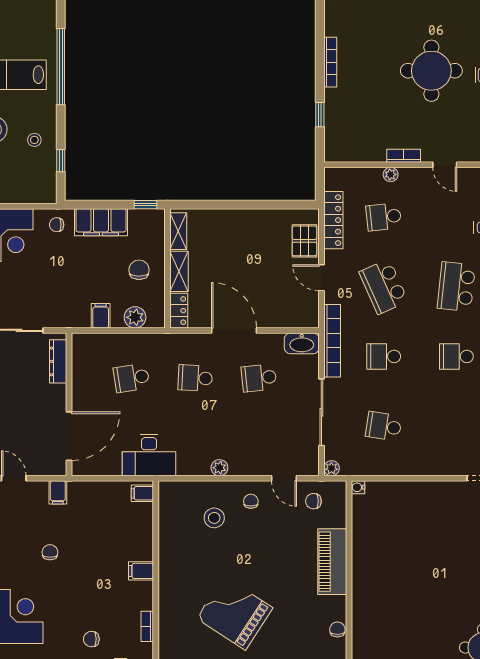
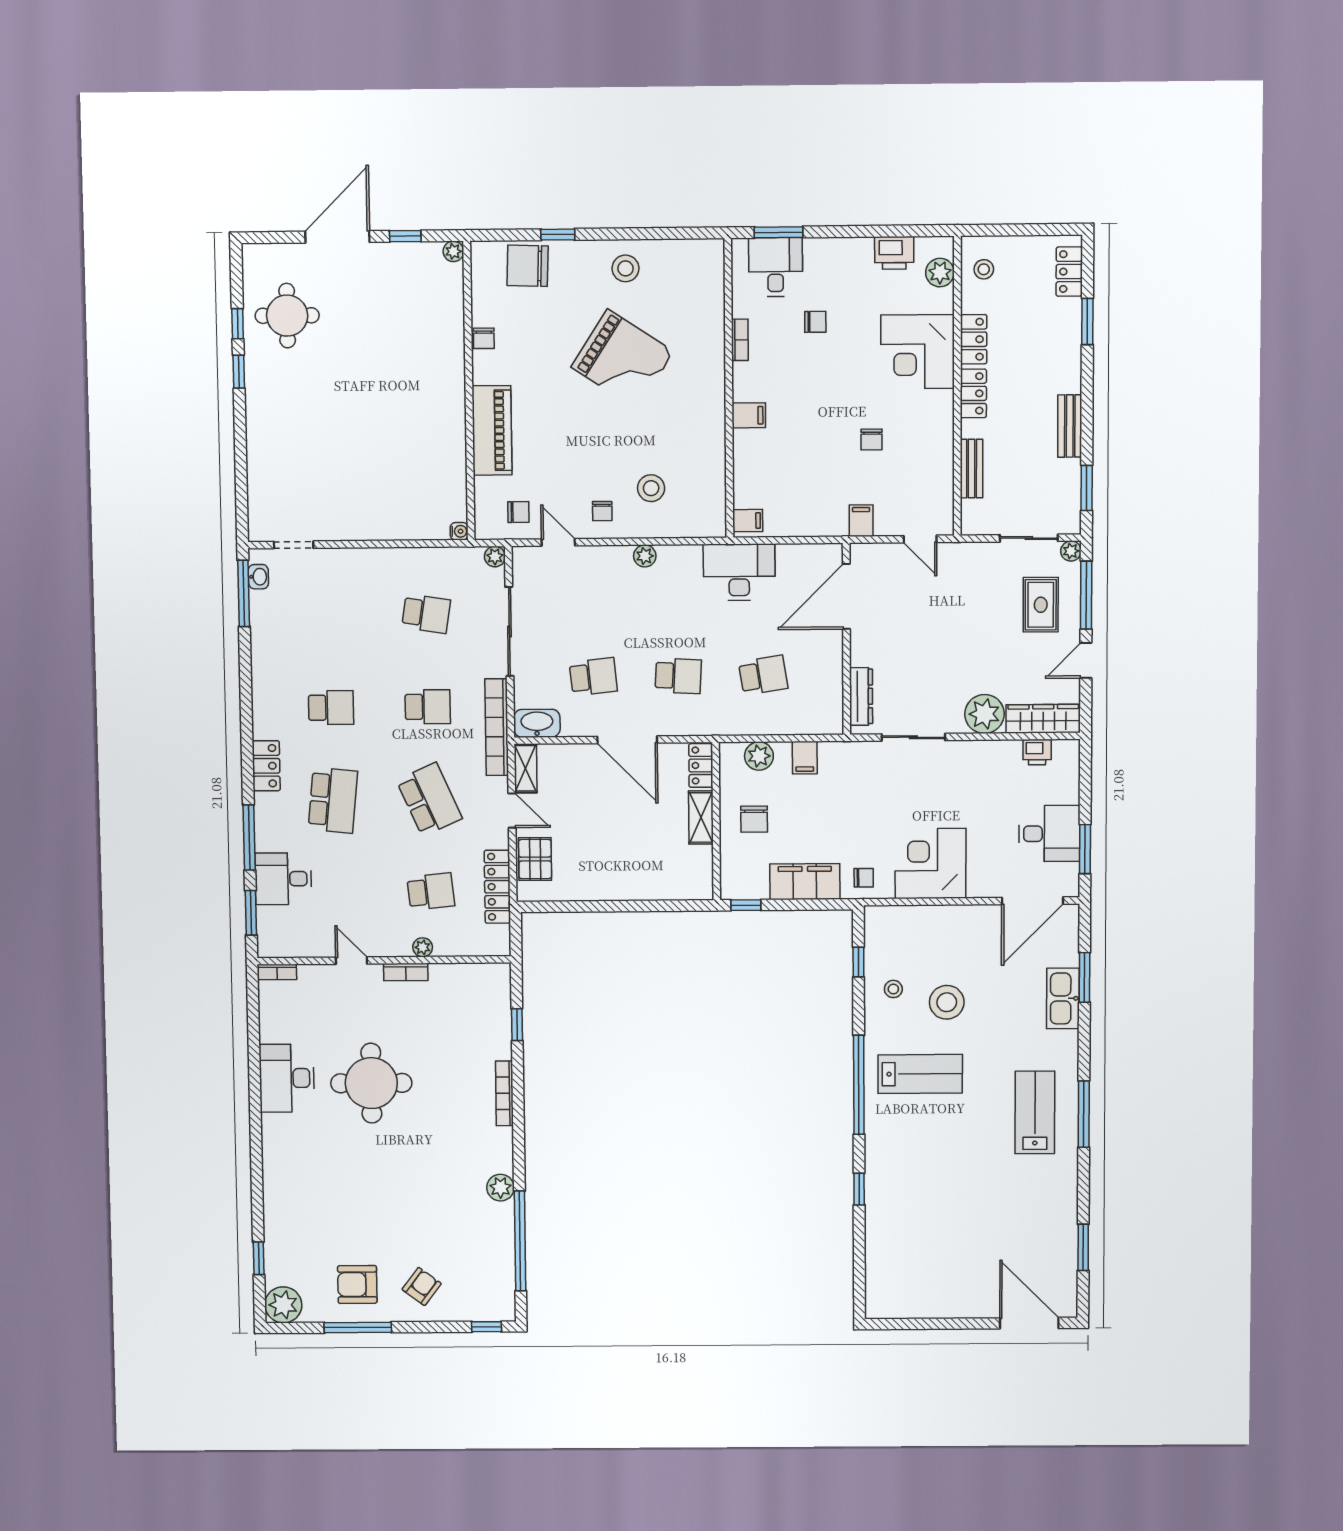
shelving: (178, 231) -> (526, 768), moved

